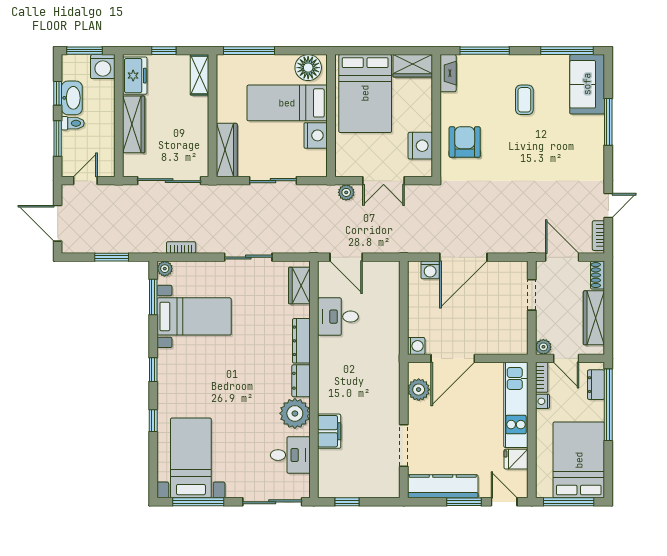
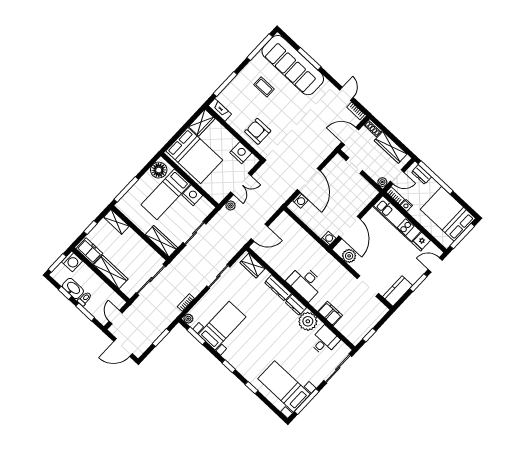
sofa: (587, 84) -> (293, 65), width x1.85, depth x1.27
desk: (338, 317) -> (305, 283), moved, width x1.37
kitchen counter: (443, 486) -> (398, 291), width x0.67

